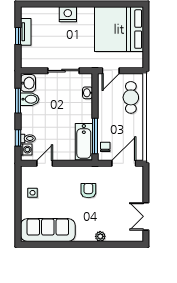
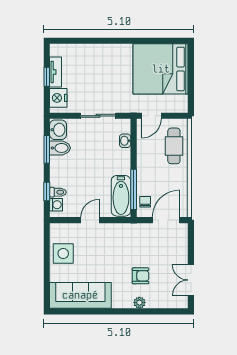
nightstand: (68, 14) -> (58, 98), moved, turned -90
door: (45, 163) -> (90, 220), moved
armchair: (88, 191) -> (141, 276), moved, turned 90
side table: (33, 193) -> (63, 253), width x1.87, depth x1.87

